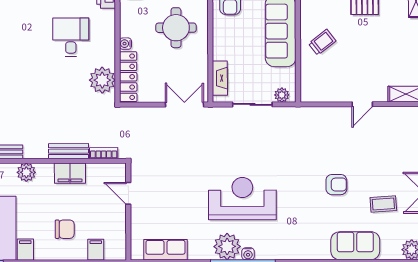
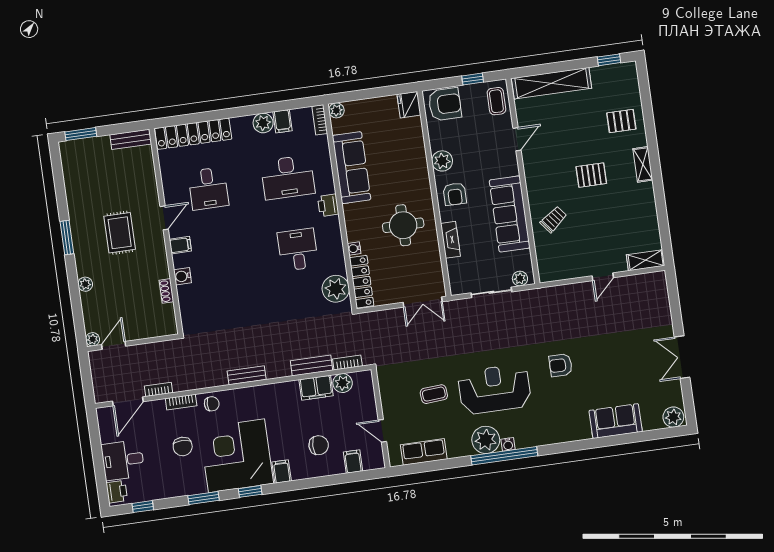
fireplace: (220, 78) -> (450, 240), moved
double door: (185, 105) -> (423, 302), swing flipped
plant: (26, 172) -> (343, 383), moved
armchair: (336, 185) -> (561, 365), moved, turned 180
door: (128, 193) -> (382, 431), moved
coffee table: (383, 204) -> (434, 394), moved

